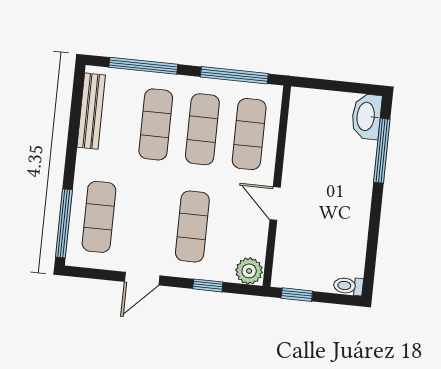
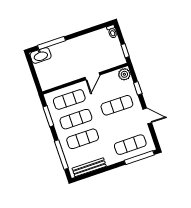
window: (234, 75) -> (48, 116), width x0.69

